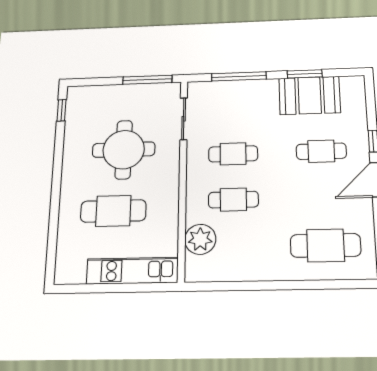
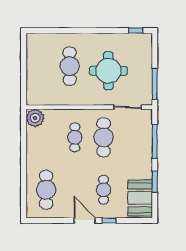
booth: (310, 95) -> (140, 198), moved
cafe table: (233, 154) -> (104, 137), width x1.37, depth x1.35
plant: (200, 239) -> (35, 118), moved
kitchen unit: (132, 271) -> (34, 79), removed

